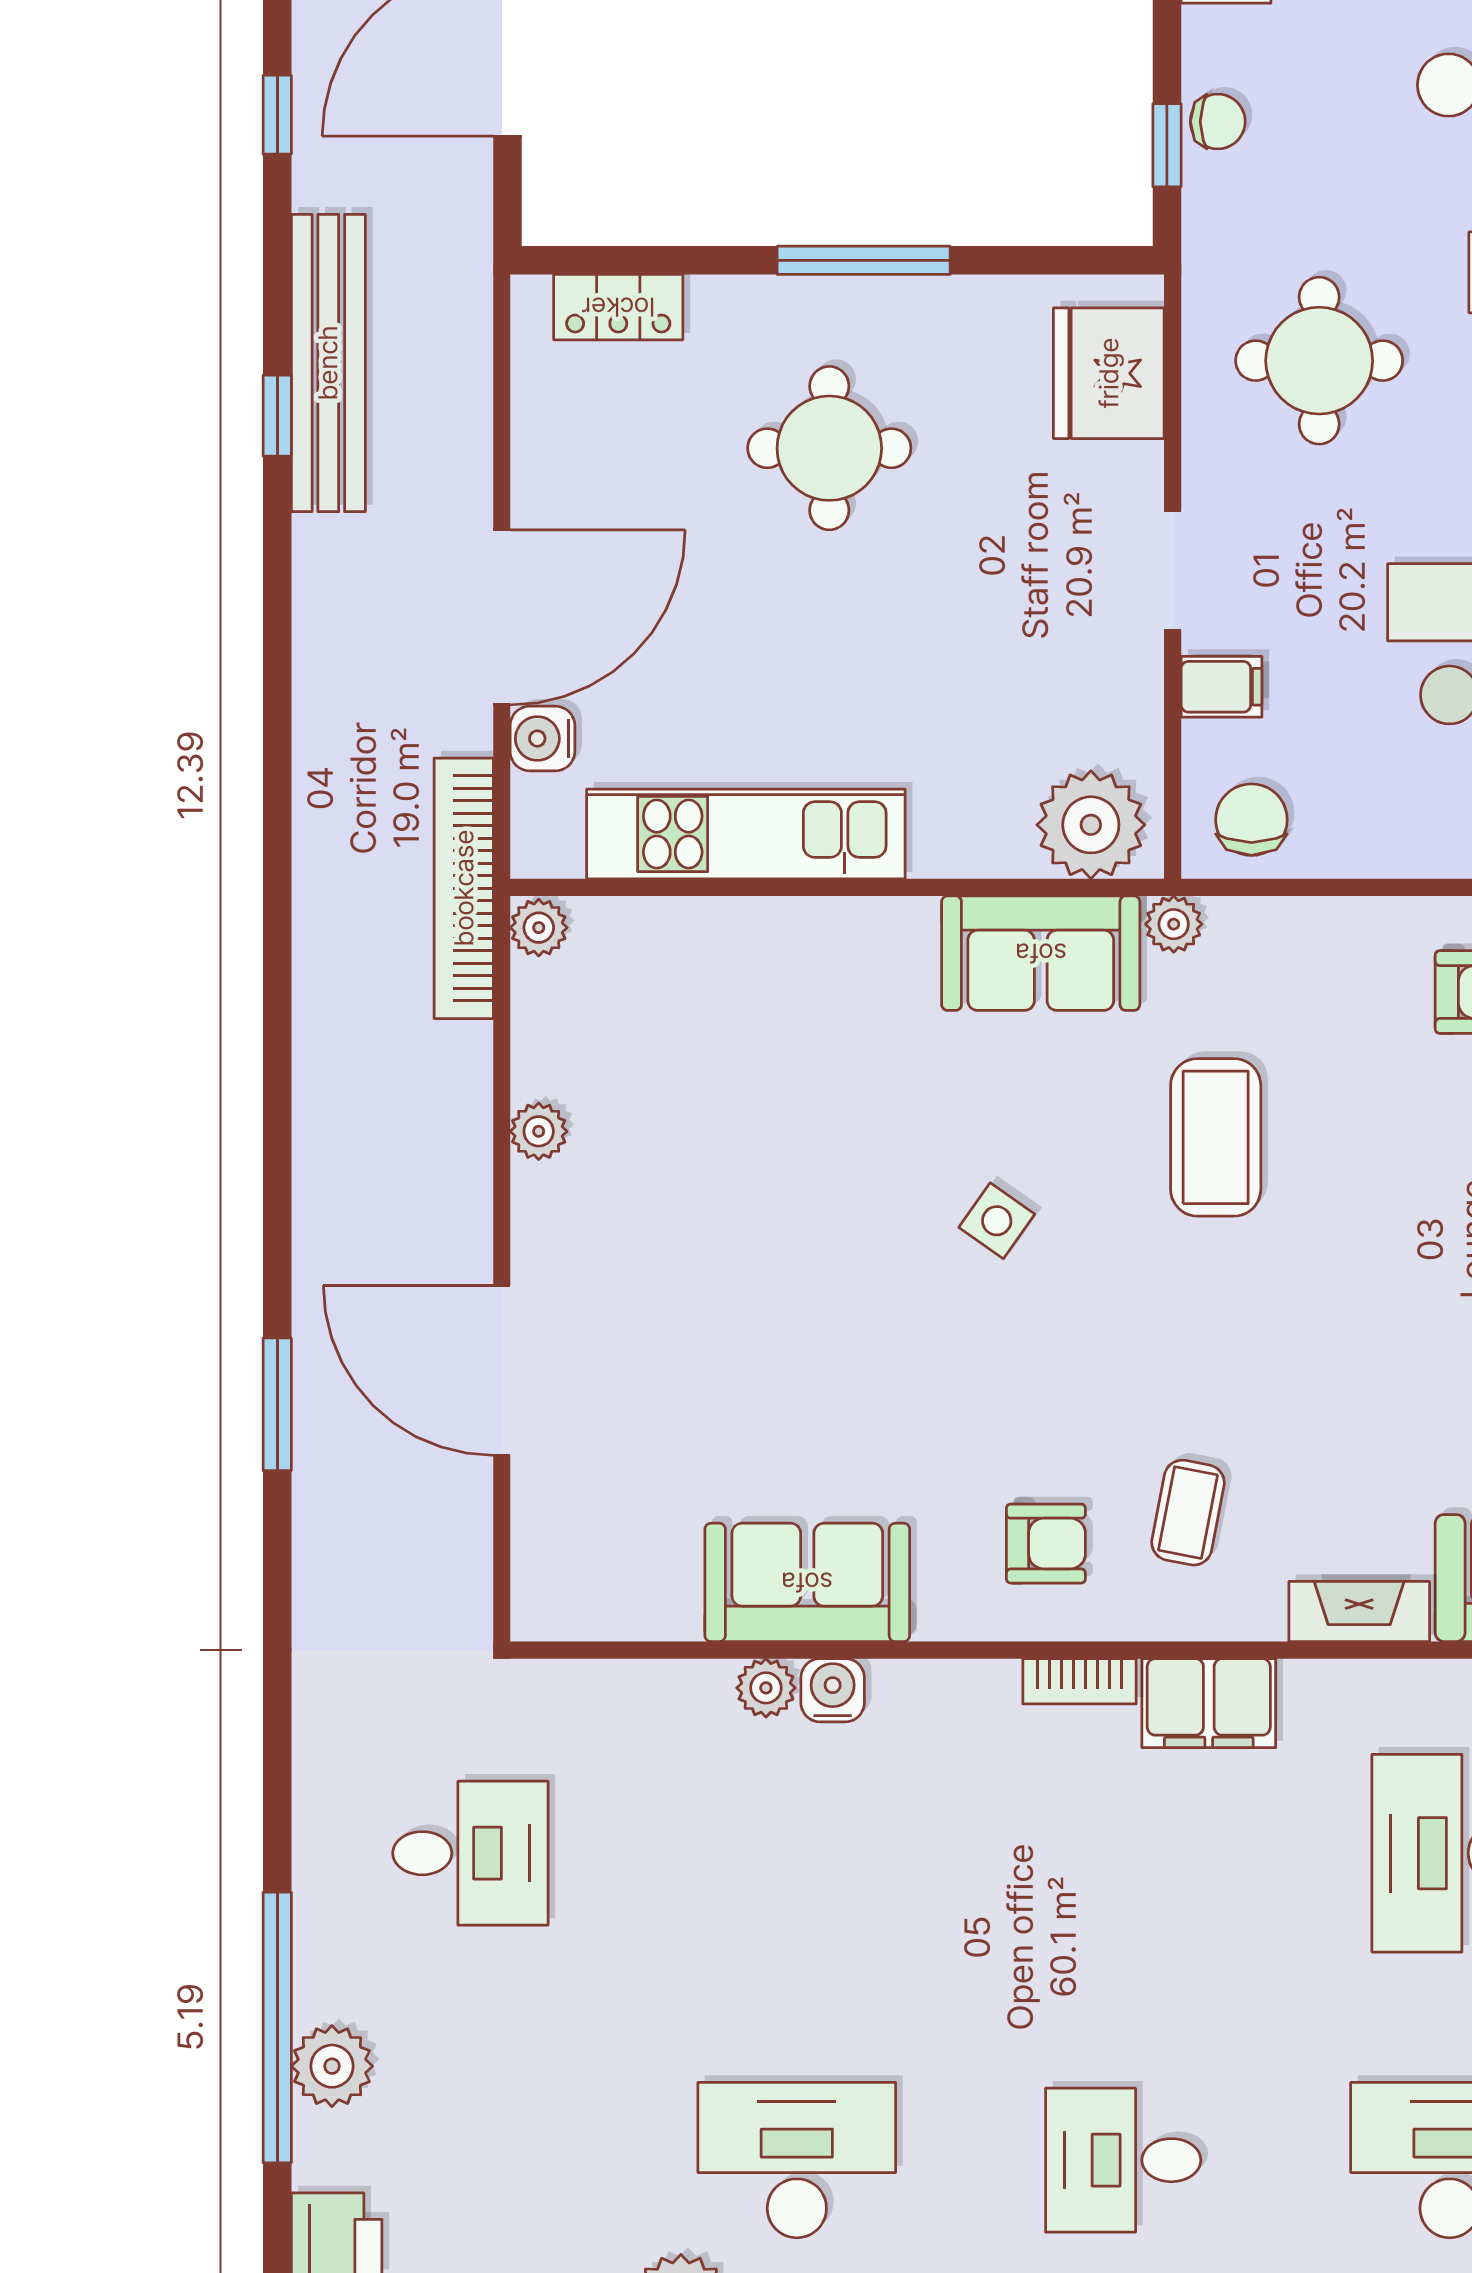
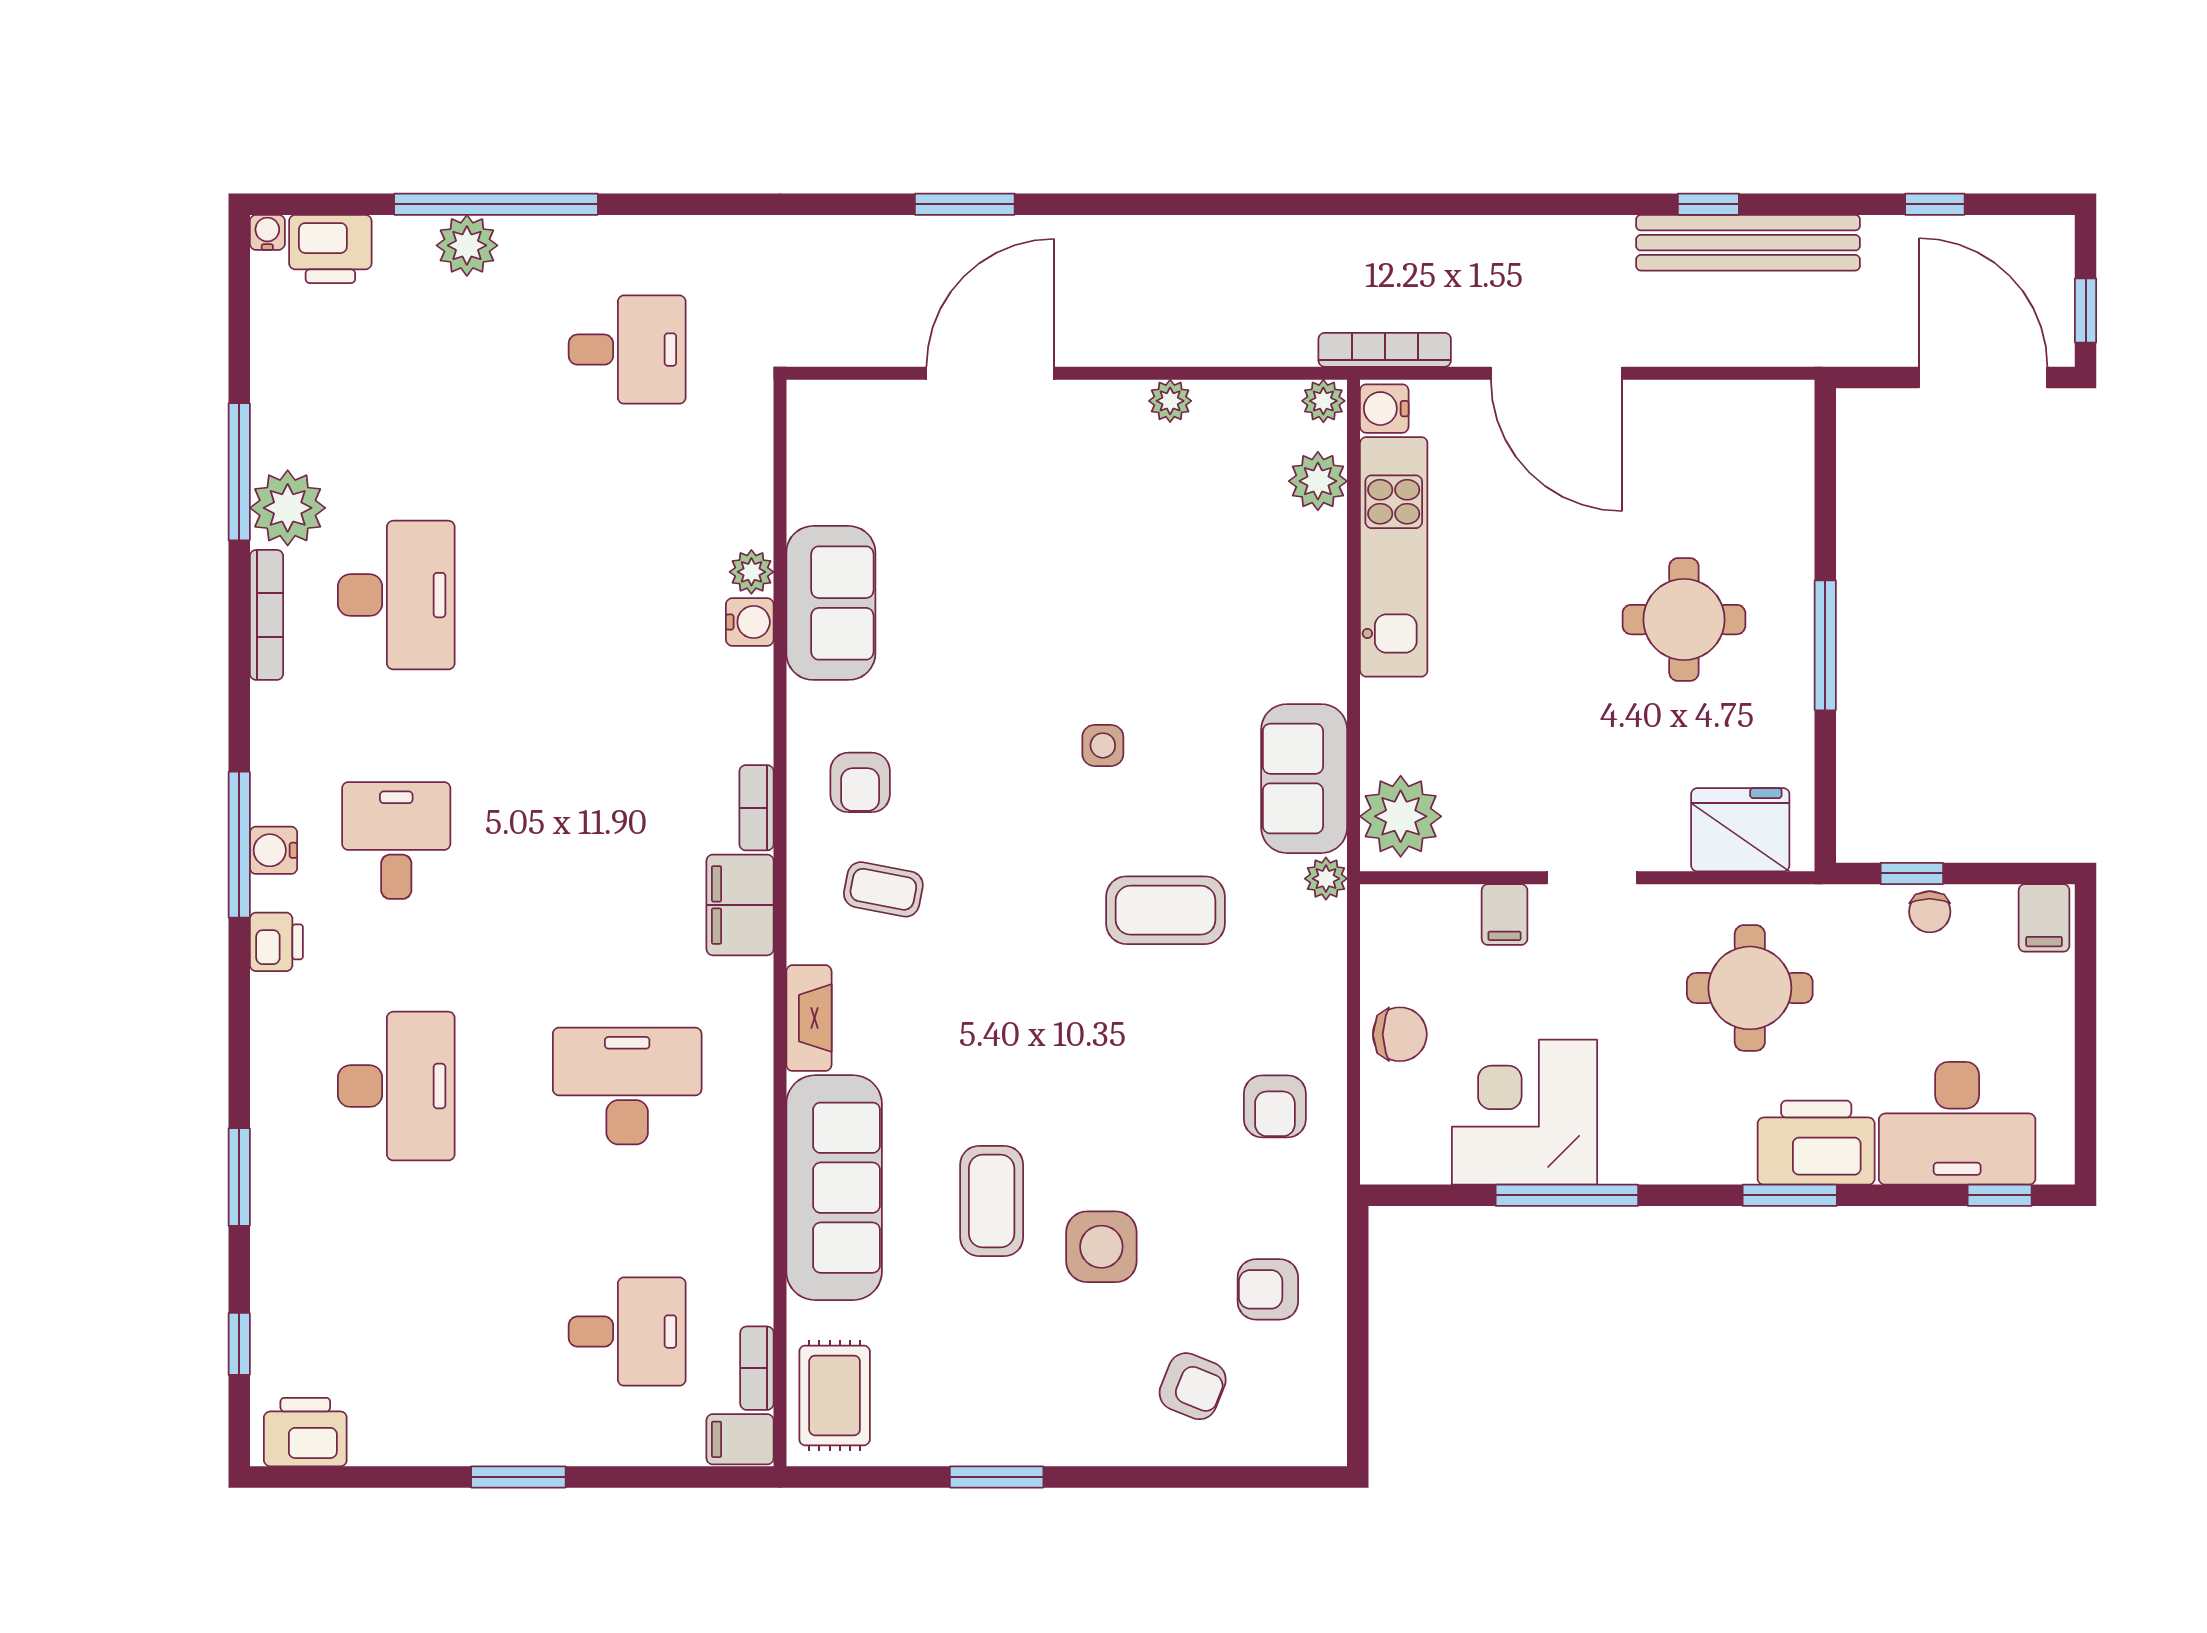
locker: (618, 307) -> (1790, 461), removed
water cooler: (542, 739) -> (1384, 409), moved, turned -90
chair: (1251, 820) -> (1400, 1034), moved
bookcase: (464, 888) -> (1385, 350), width x0.68, depth x0.76
plant: (645, 935) -> (1318, 481), added
side table: (997, 1221) -> (1103, 745), turned -35
desk: (470, 1853) -> (627, 350), turned -90

